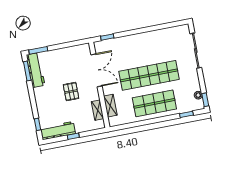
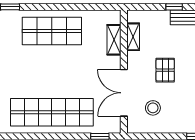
stool: (74, 64) -> (153, 108), added
shop shelf: (149, 75) -> (52, 112), moved

